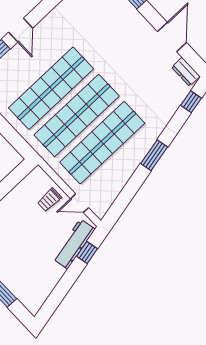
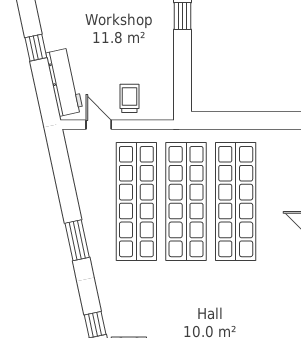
door: (80, 203) -> (99, 125), hinge flipped
window: (87, 252) -> (36, 48), moved

